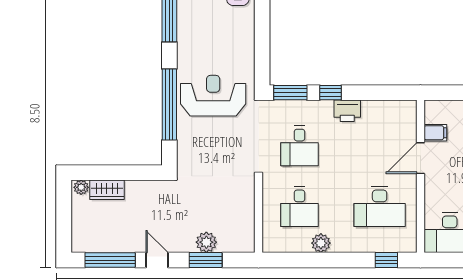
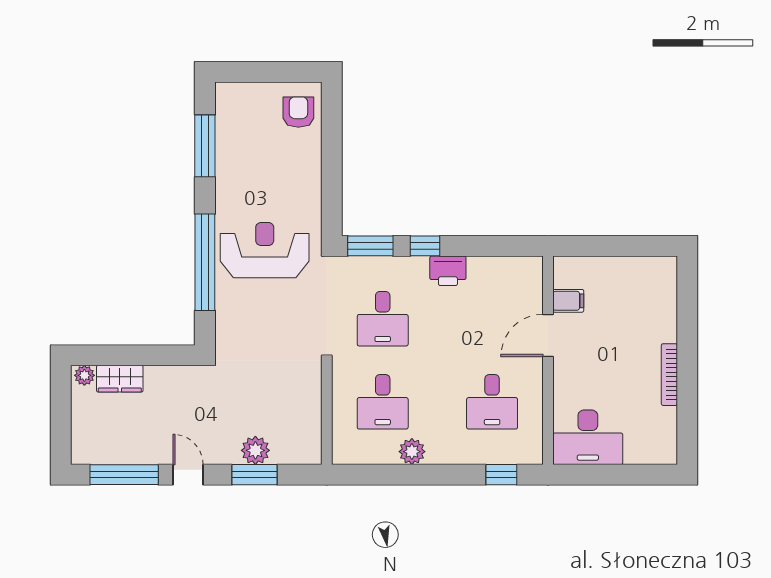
desk: (380, 207) -> (492, 402), width x0.73

